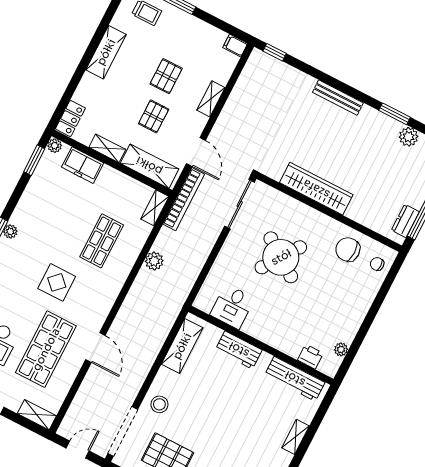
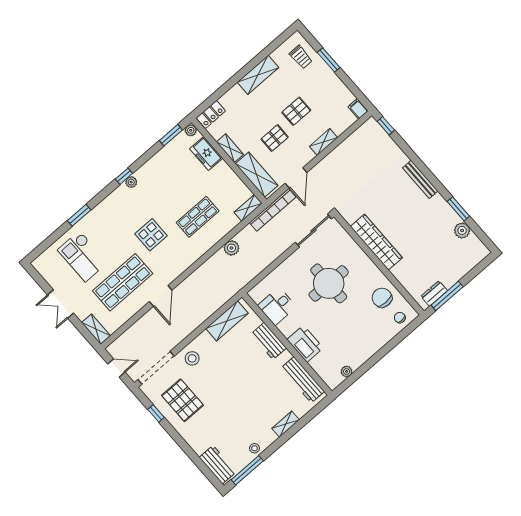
round table: (281, 257) -> (329, 283), turned -35
printer: (310, 357) -> (305, 344), moved, width x1.87, depth x1.48

